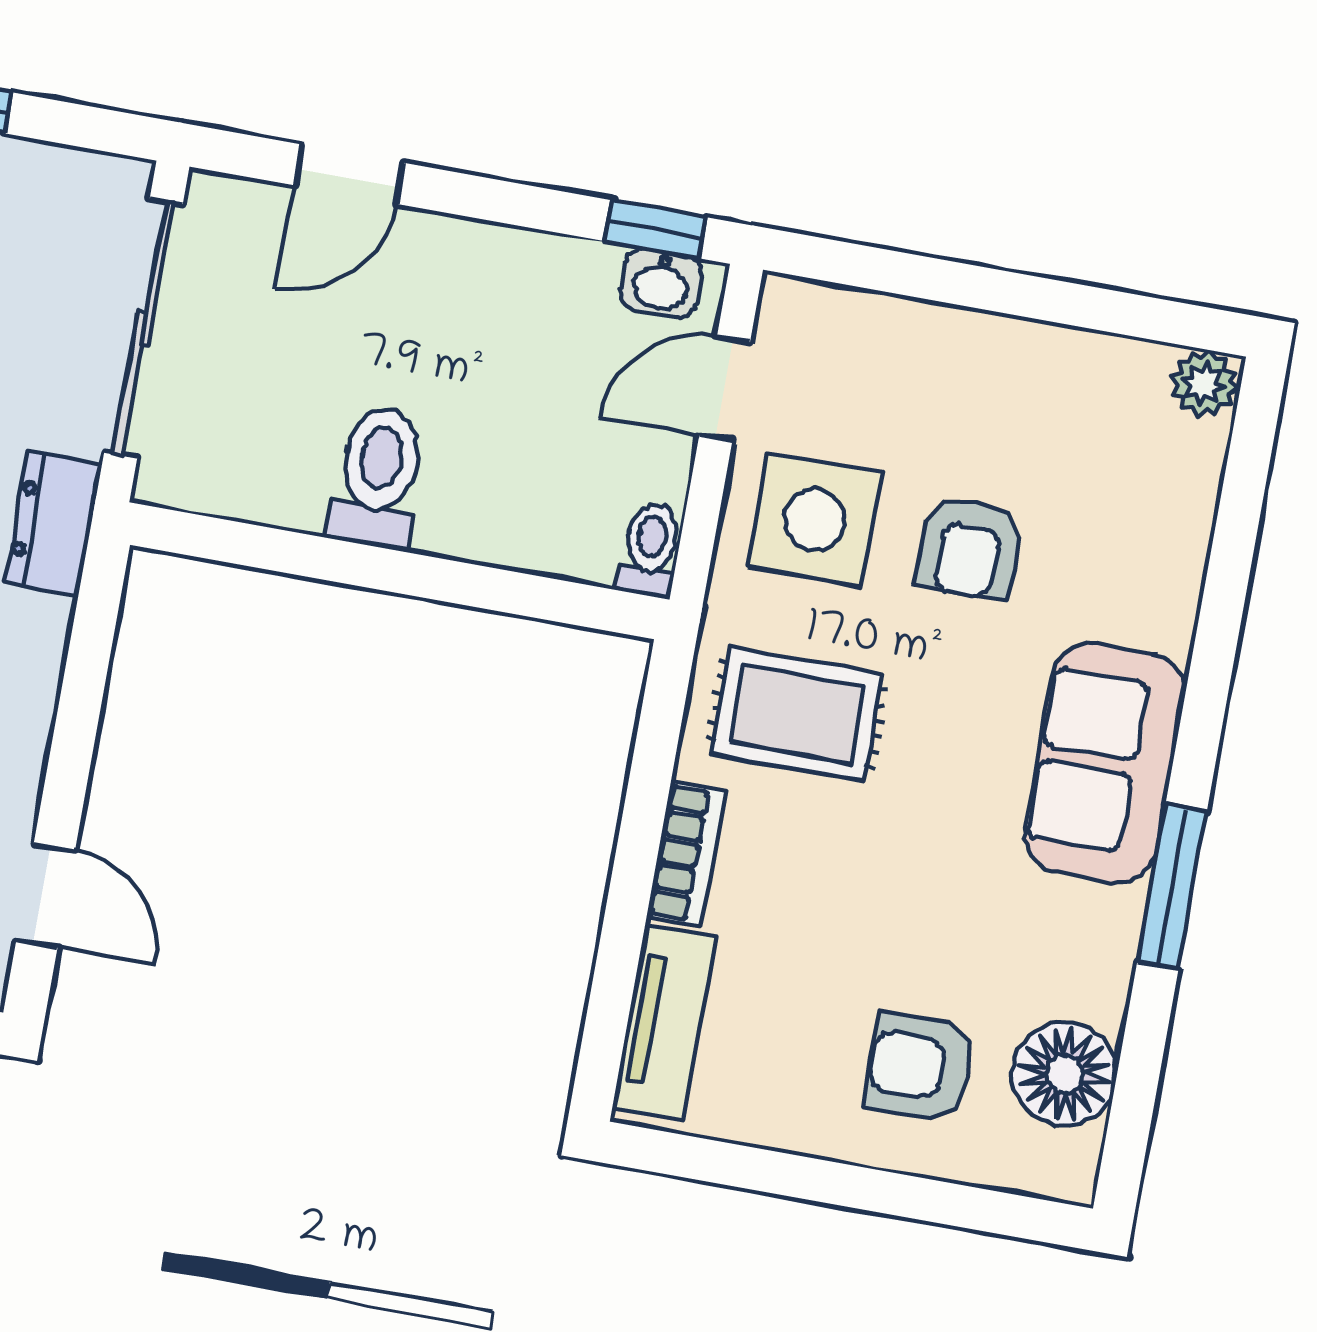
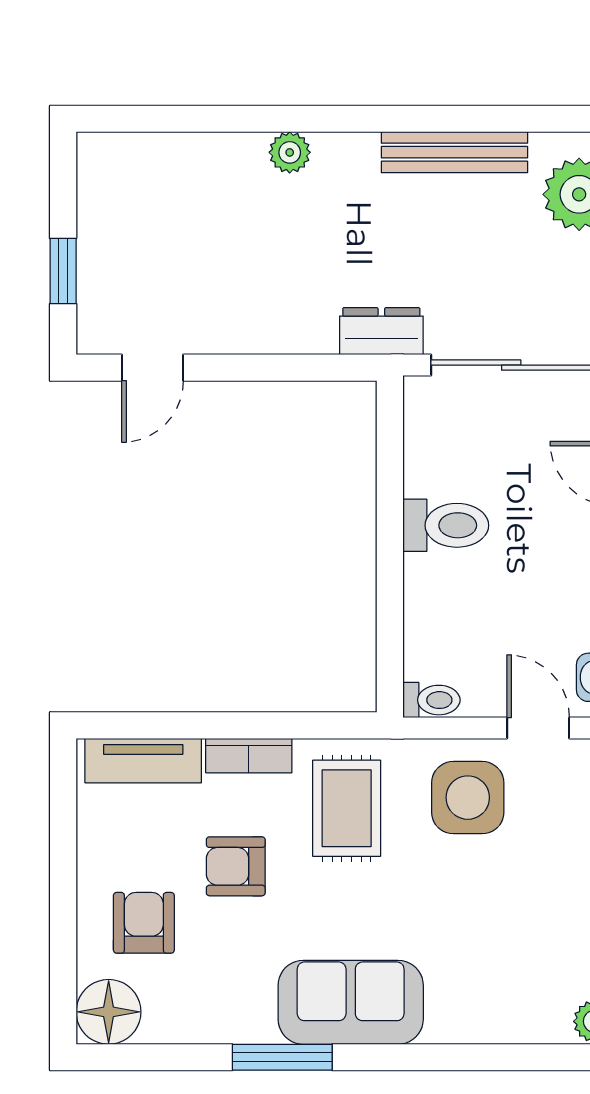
armchair: (970, 547) -> (236, 866), moved
floor lamp: (1064, 1074) -> (109, 1012), moved

